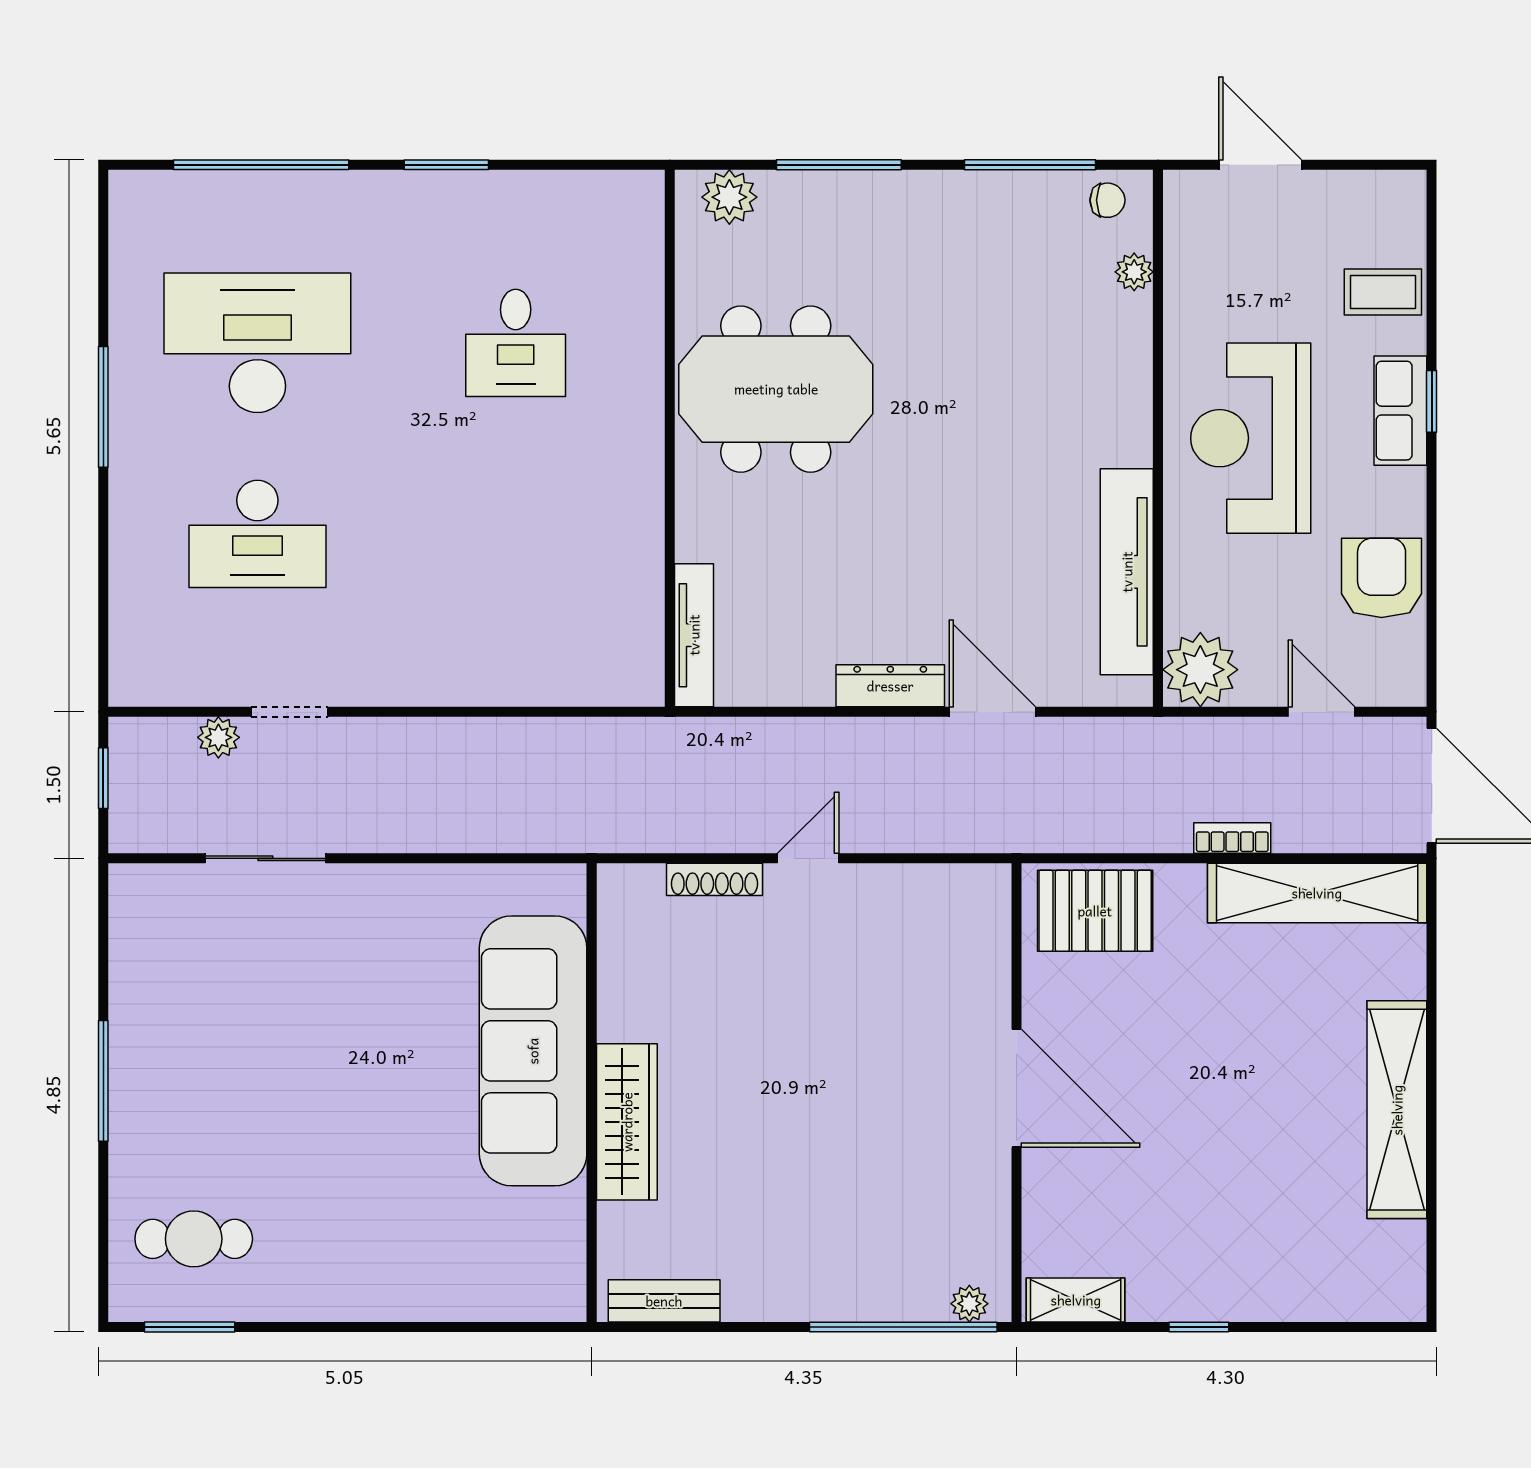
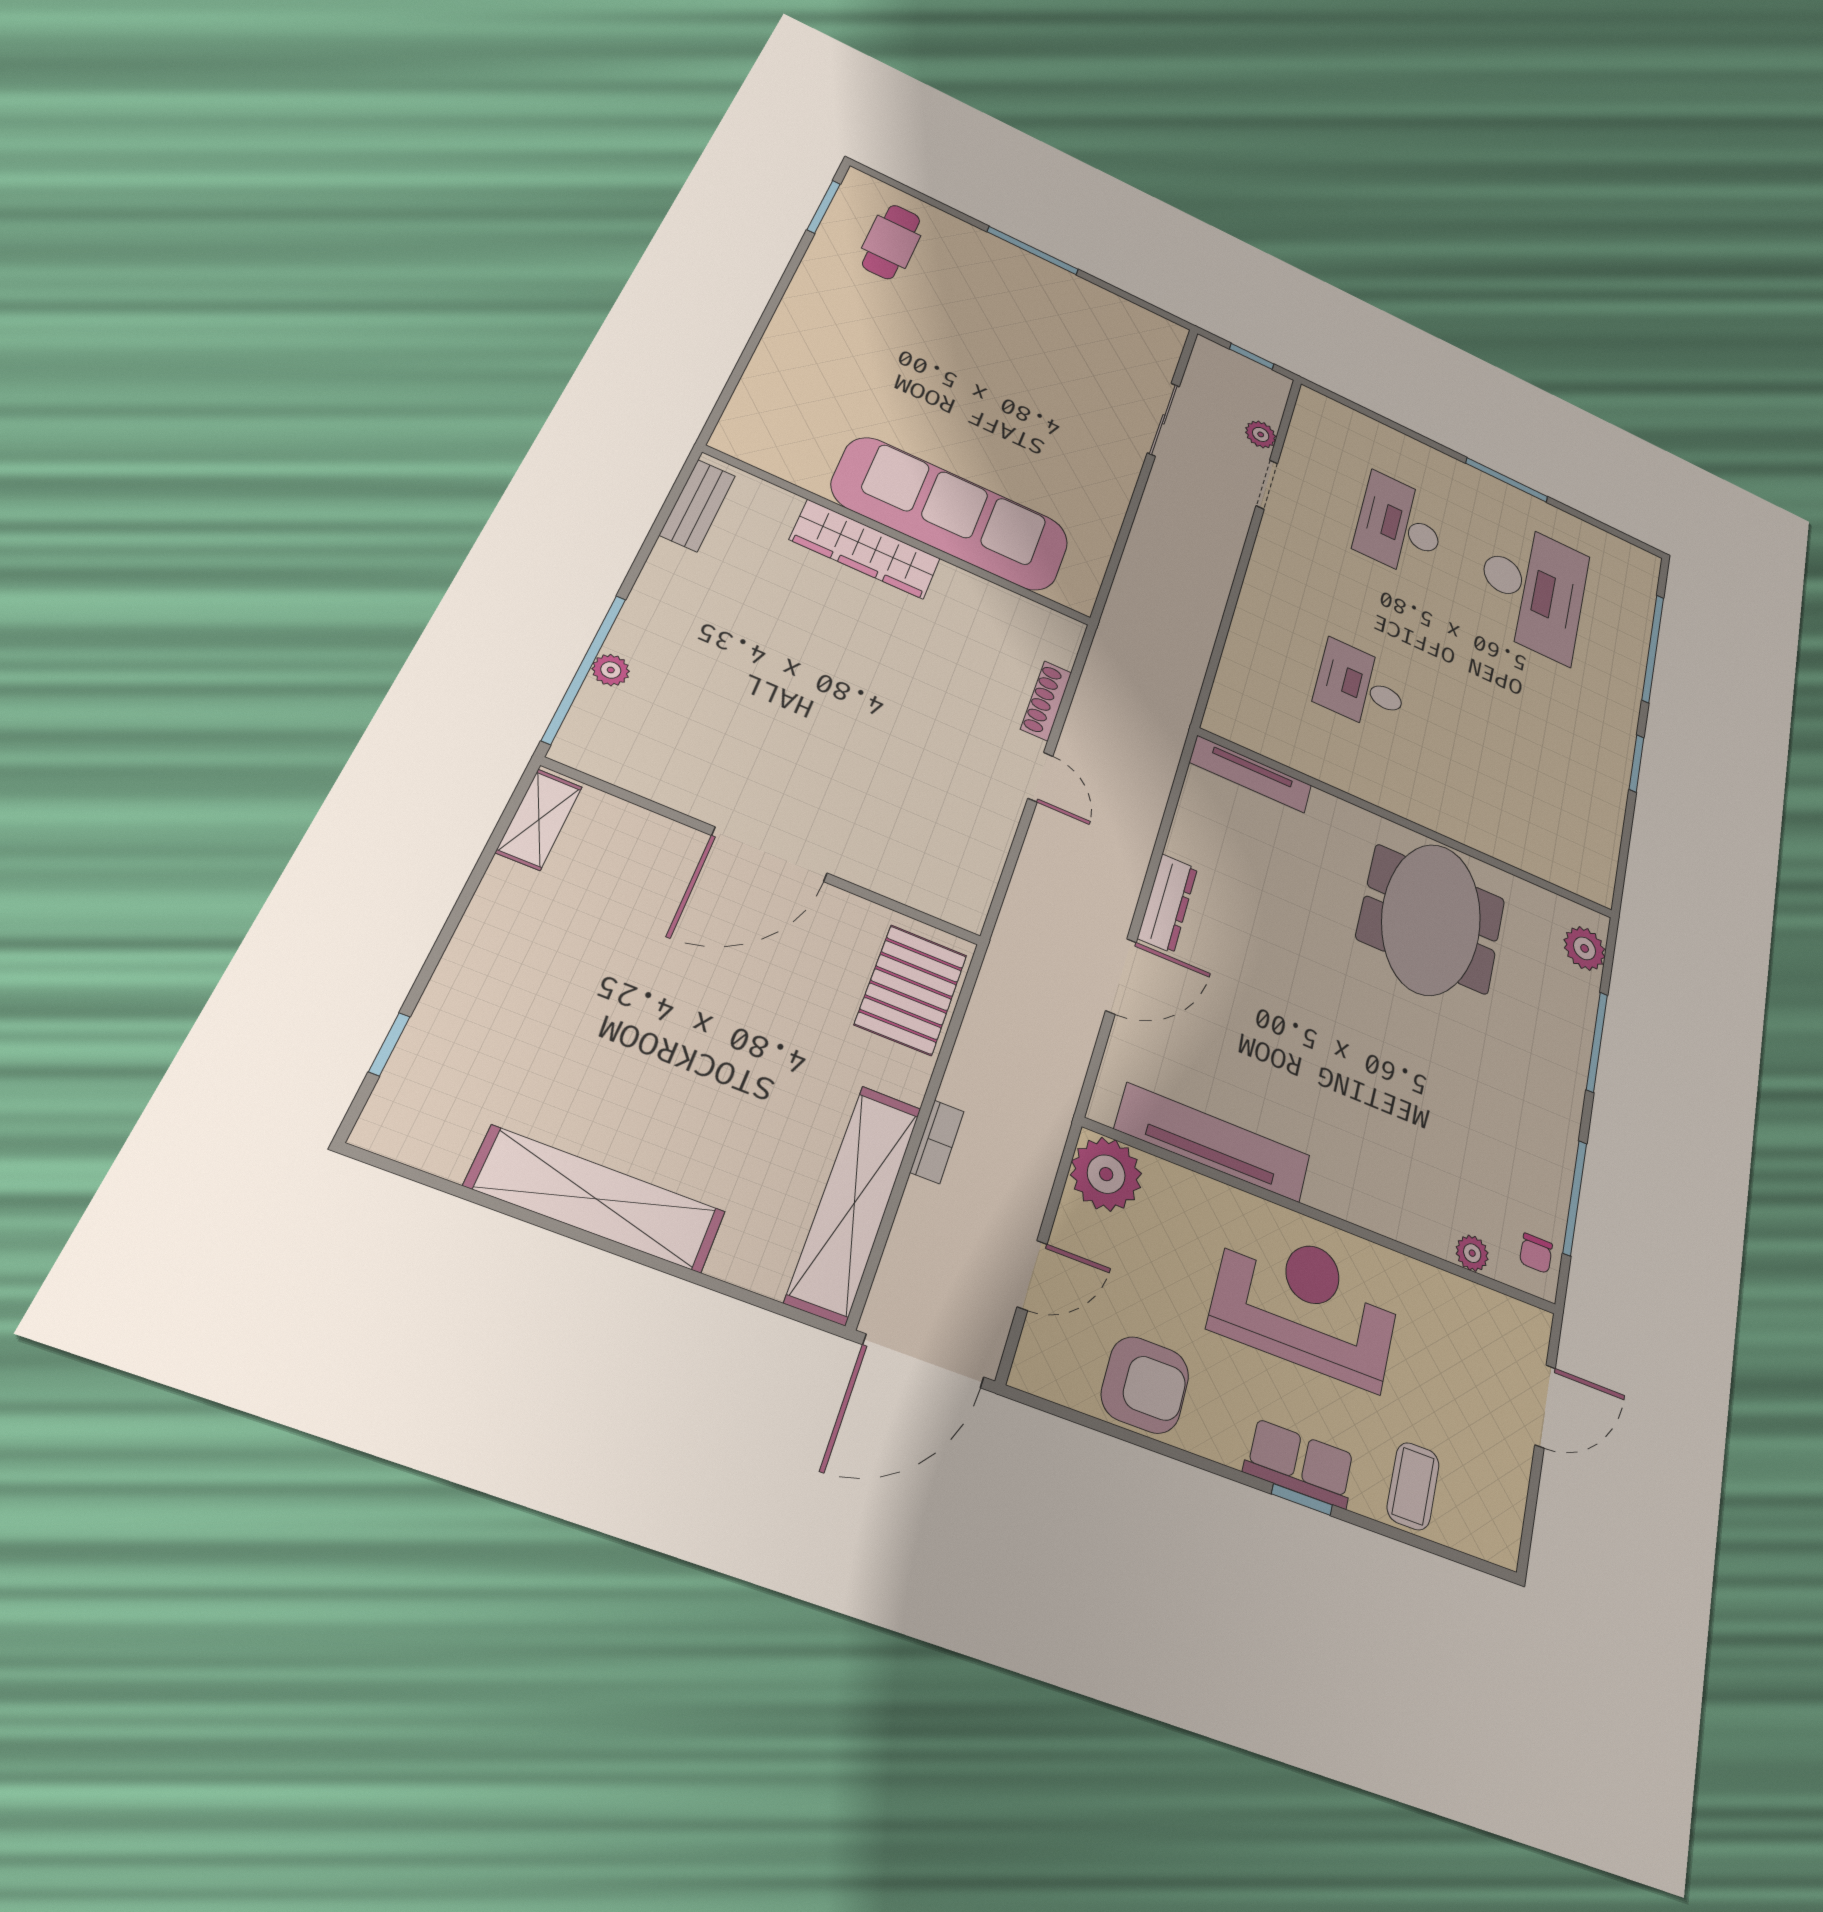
desk: (516, 343) -> (1361, 687), moved
plant: (969, 1304) -> (611, 670), moved
window: (1199, 1327) -> (389, 1044), moved

